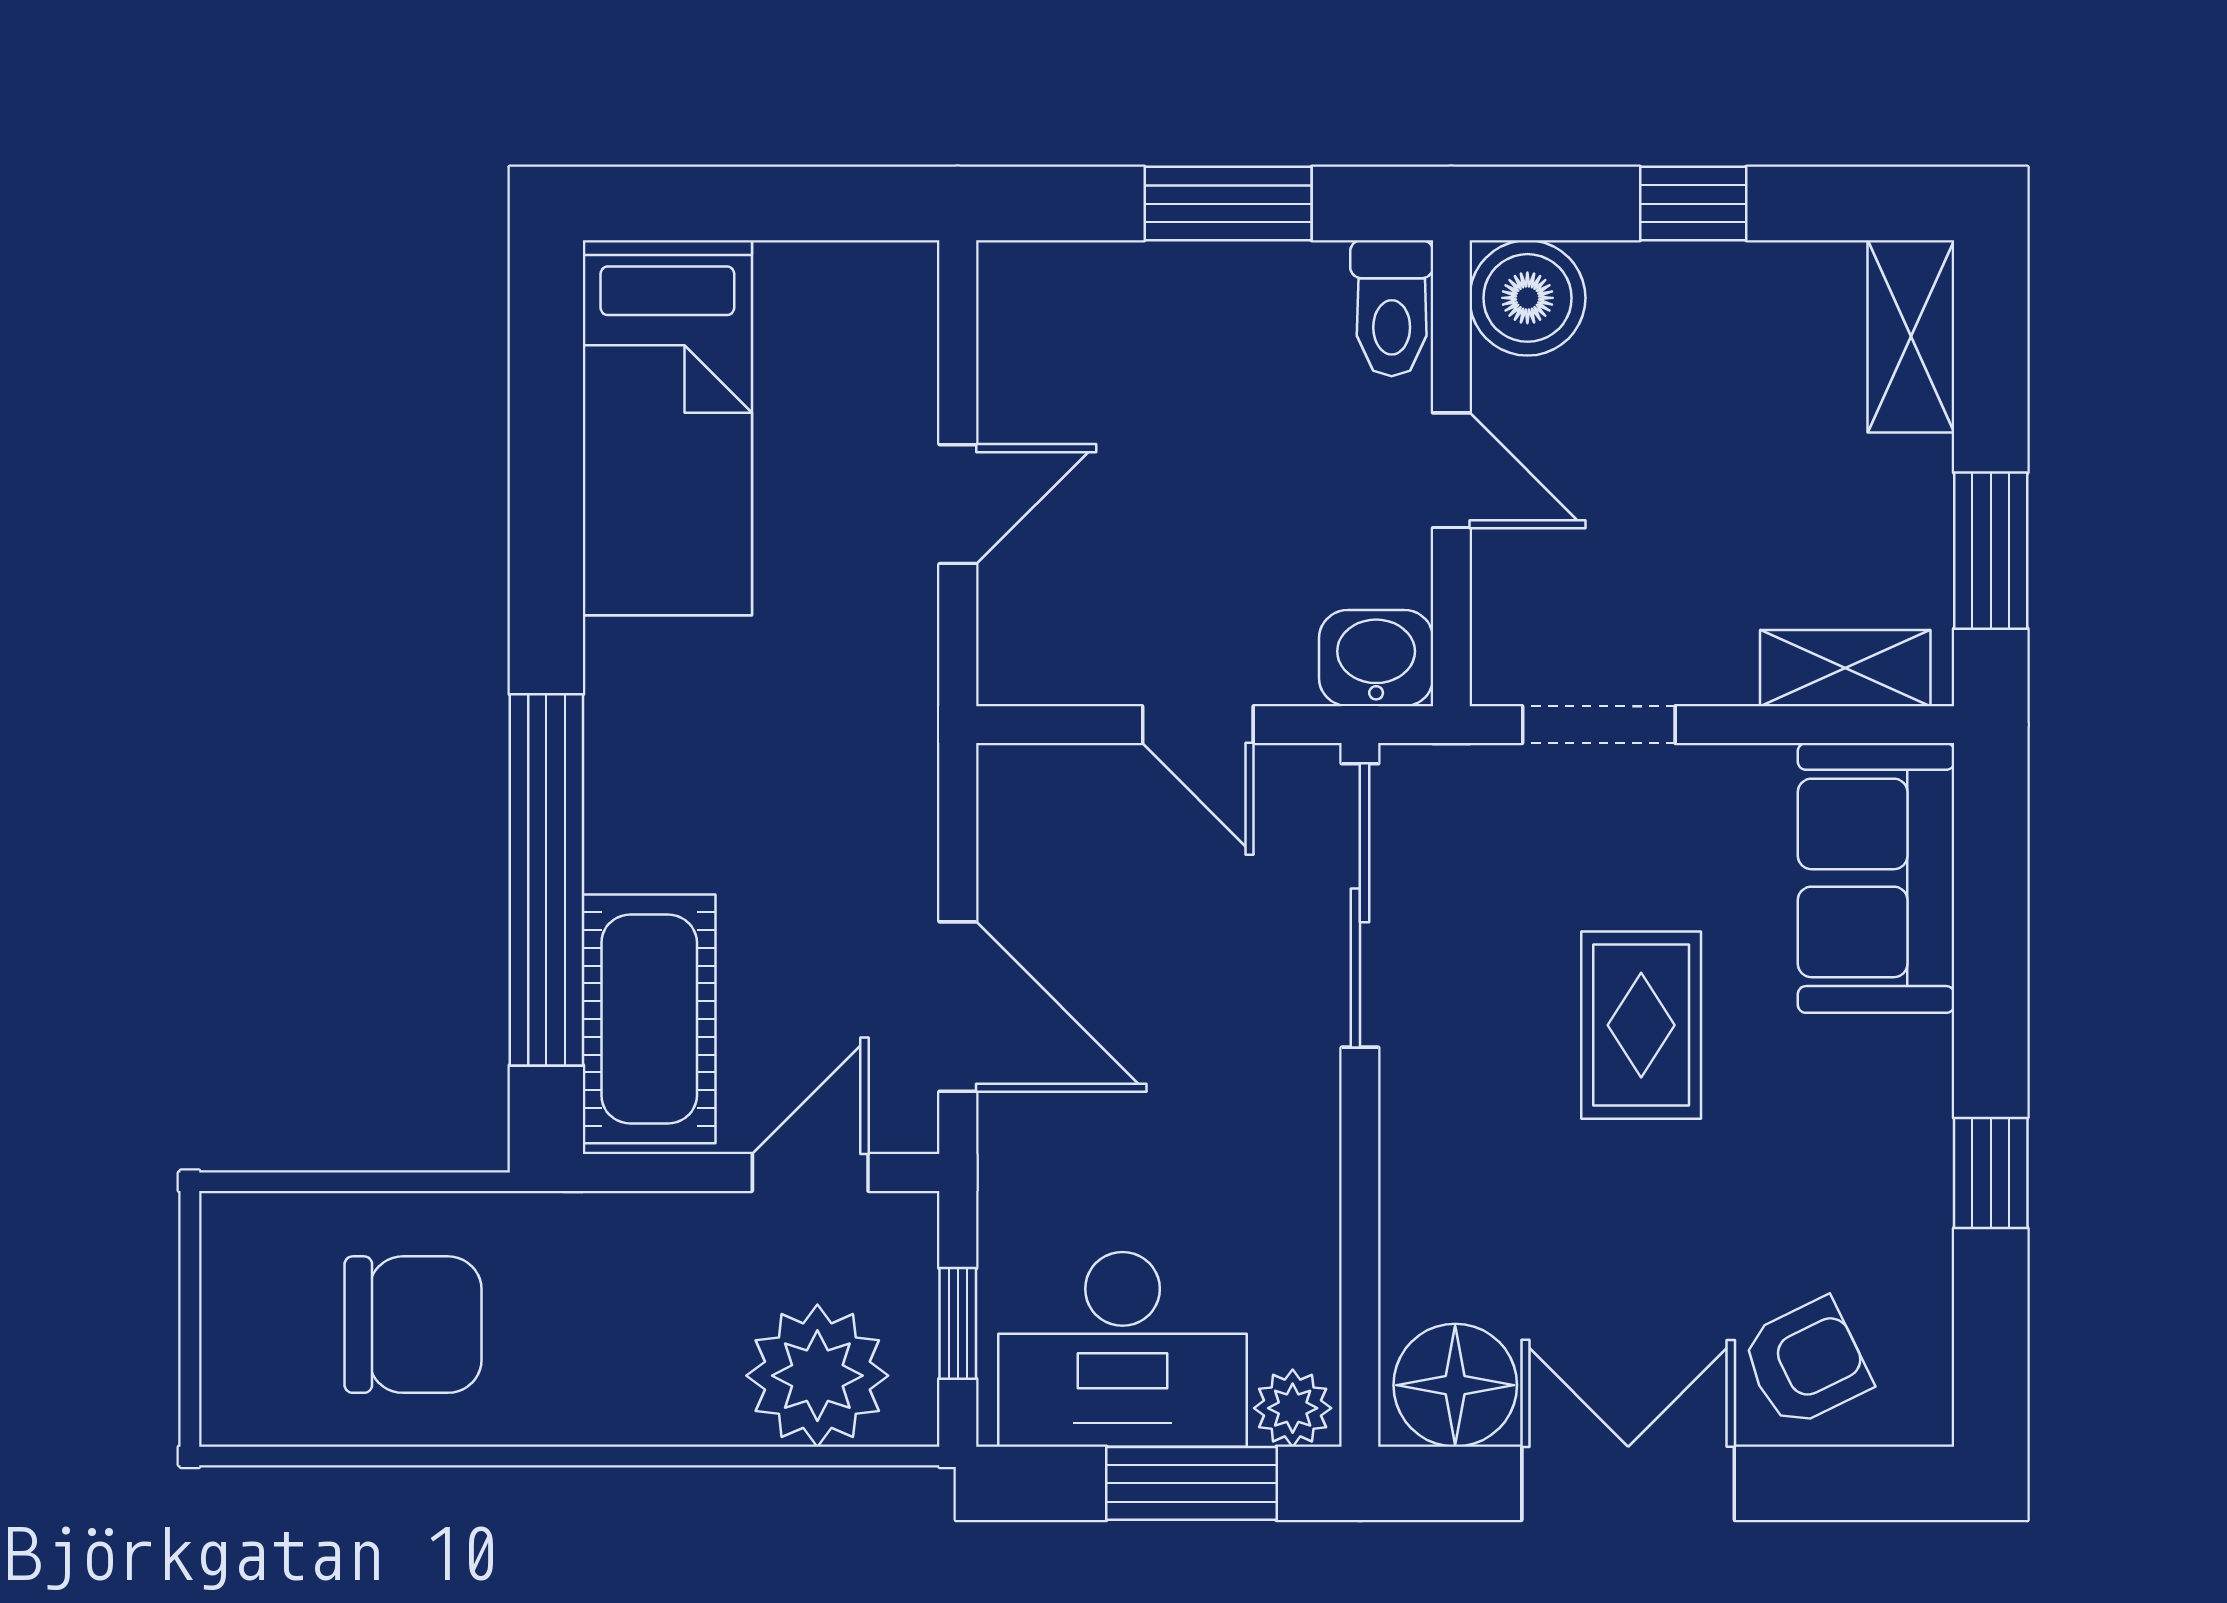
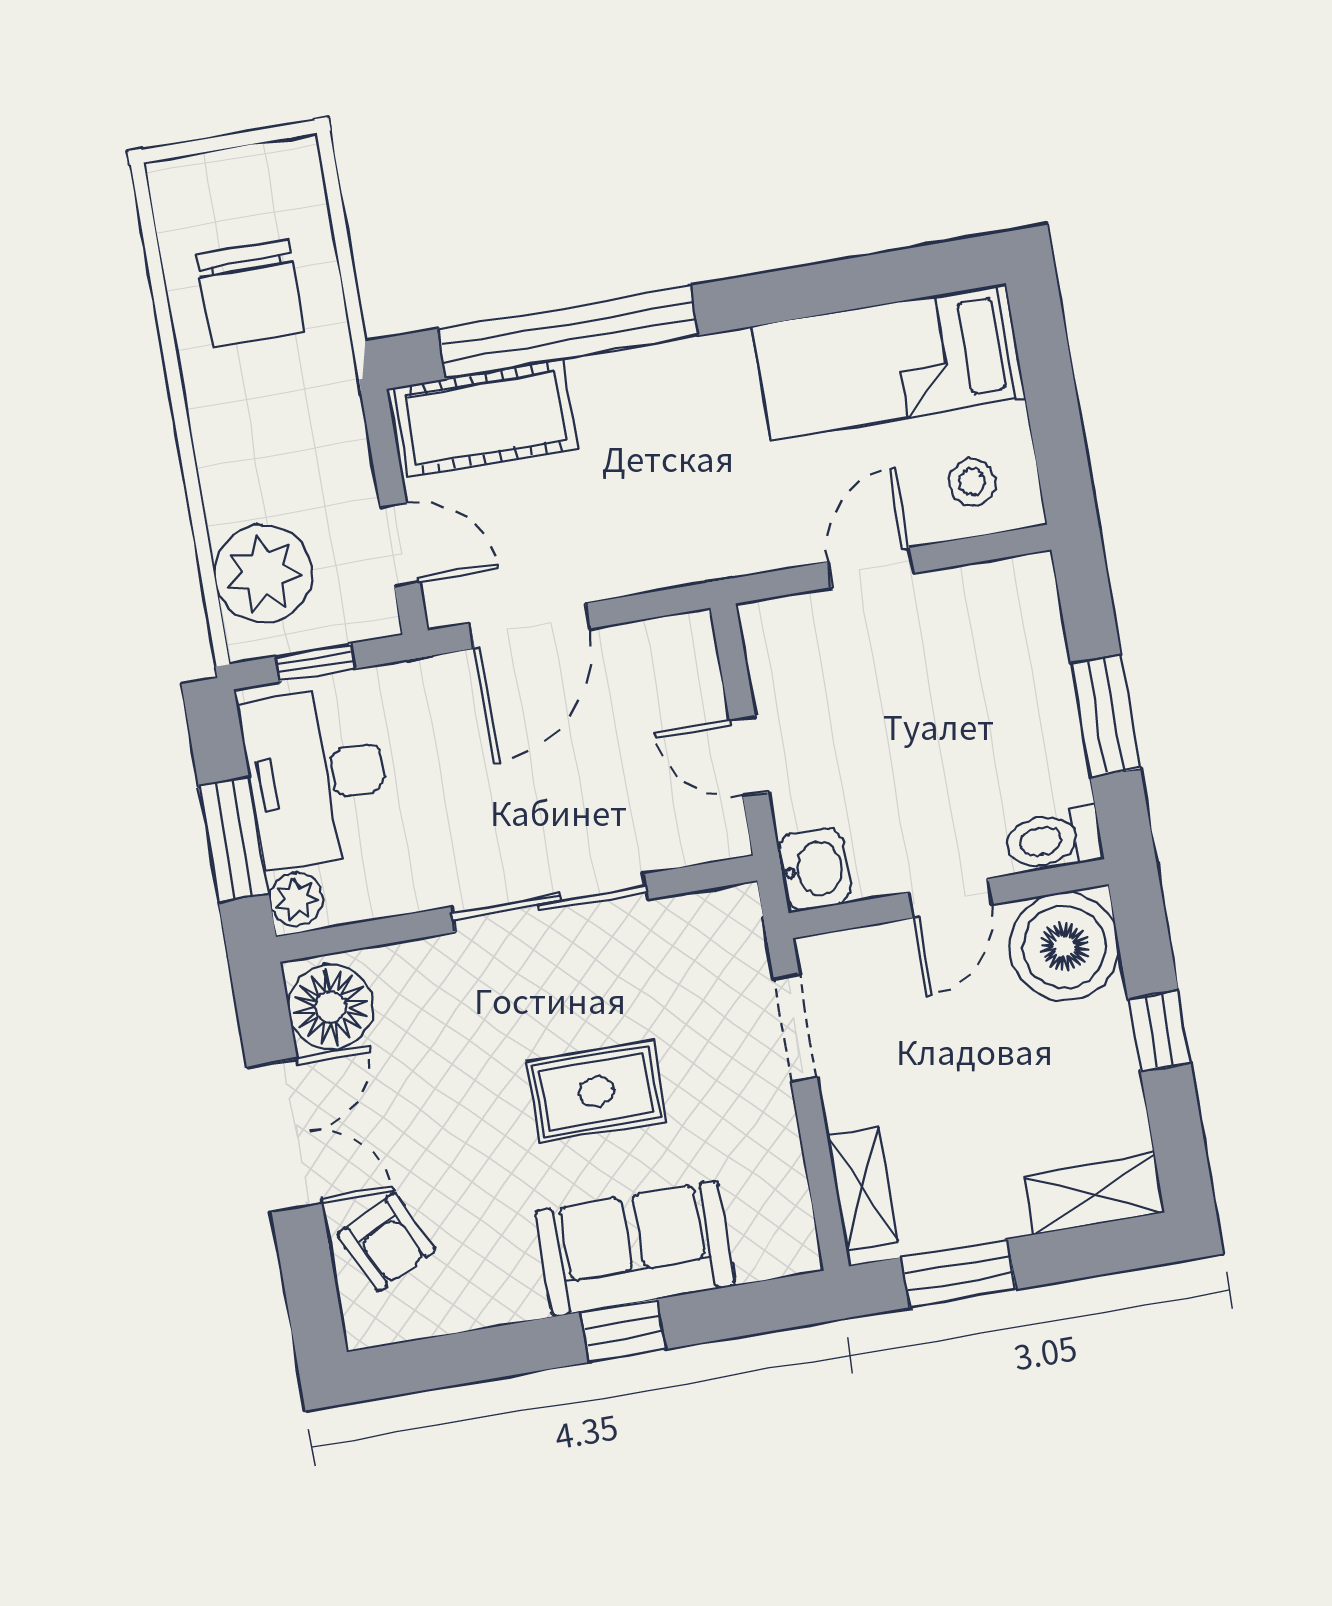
boiler: (1527, 298) -> (1064, 947), width x1.37, depth x1.37
stool: (860, 338) -> (972, 482), added
door: (958, 504) -> (870, 568), swing flipped
door: (1198, 725) -> (749, 756), hinge flipped
sofa: (1876, 878) -> (635, 1249), moved
sliding door: (1360, 905) -> (550, 903), moved
window: (1991, 1173) -> (623, 1331), moved

